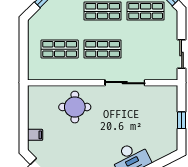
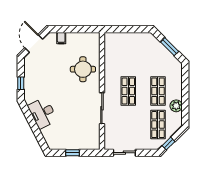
shop shelf: (60, 49) -> (128, 57), removed

